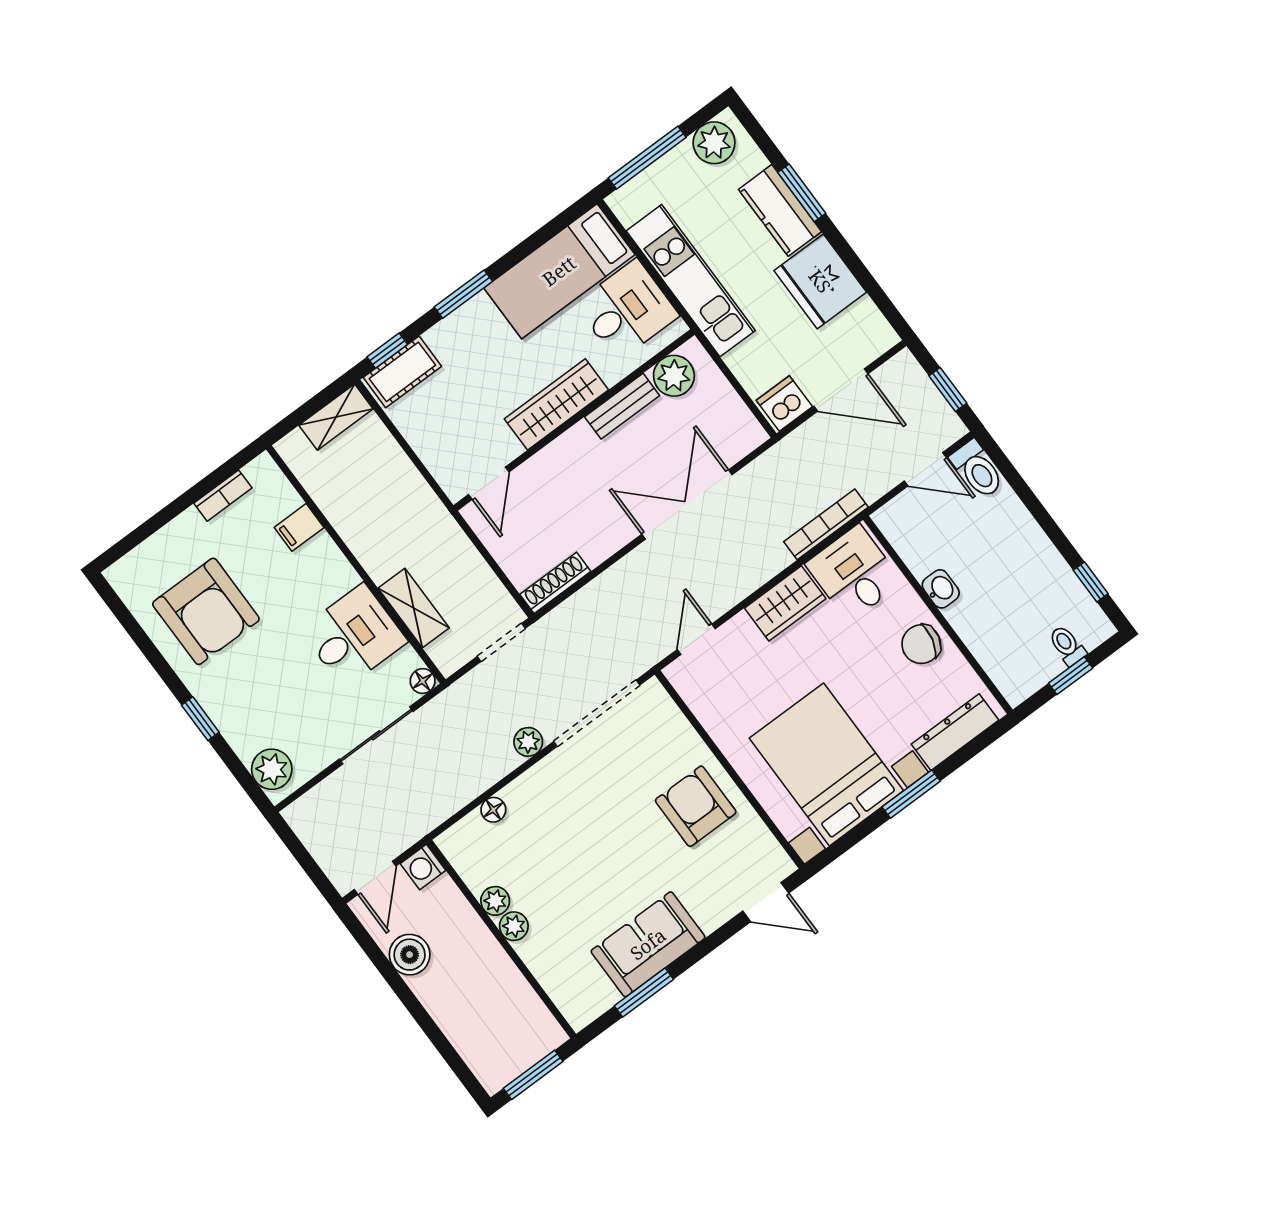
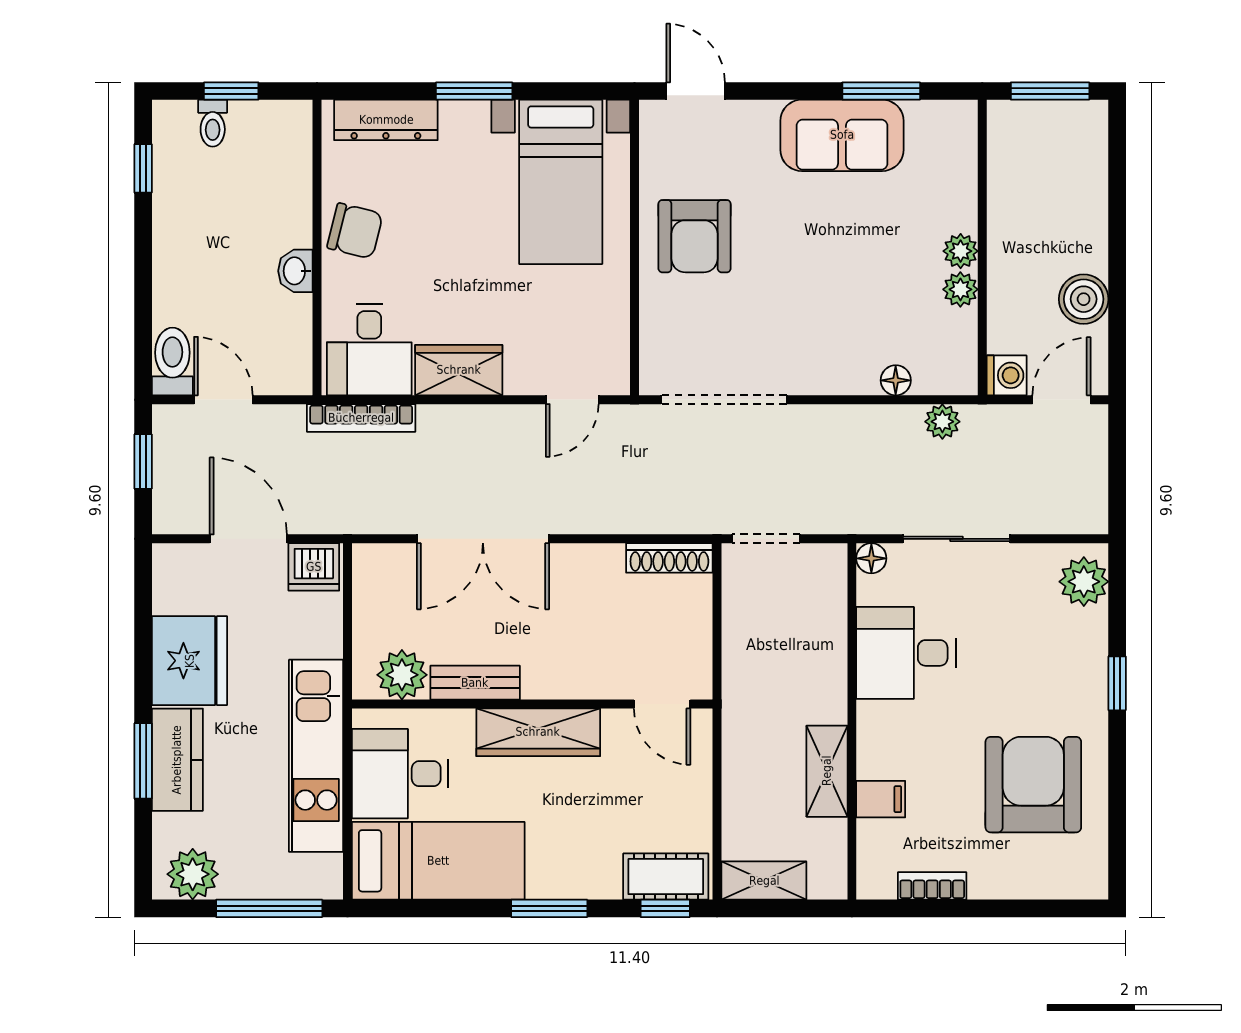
door: (489, 483) -> (662, 704), swing flipped
shelving: (414, 608) -> (827, 771), moved
plant: (528, 742) -> (942, 422), moved
bed with nightstands: (826, 764) -> (561, 182), width x0.73

